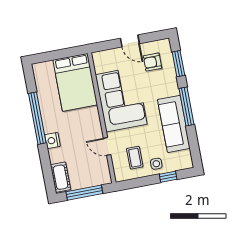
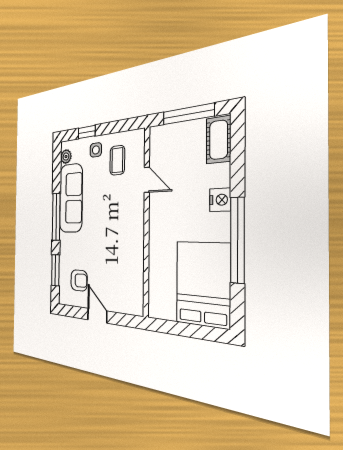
bed: (75, 82) -> (203, 284), moved
corner sofa: (121, 99) -> (119, 242), removed
plant: (186, 156) -> (66, 157), added

